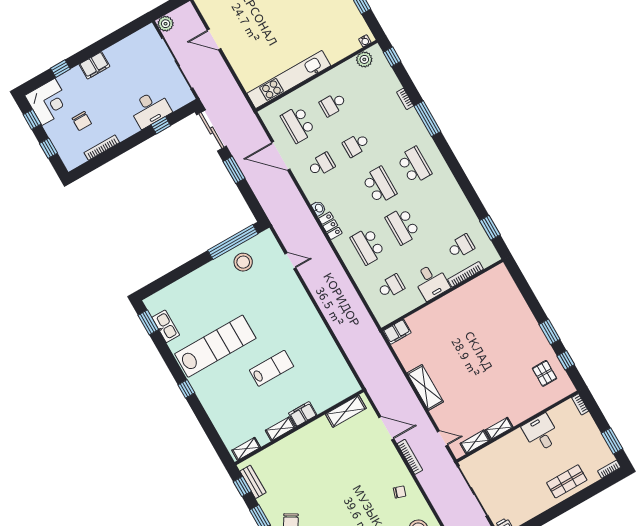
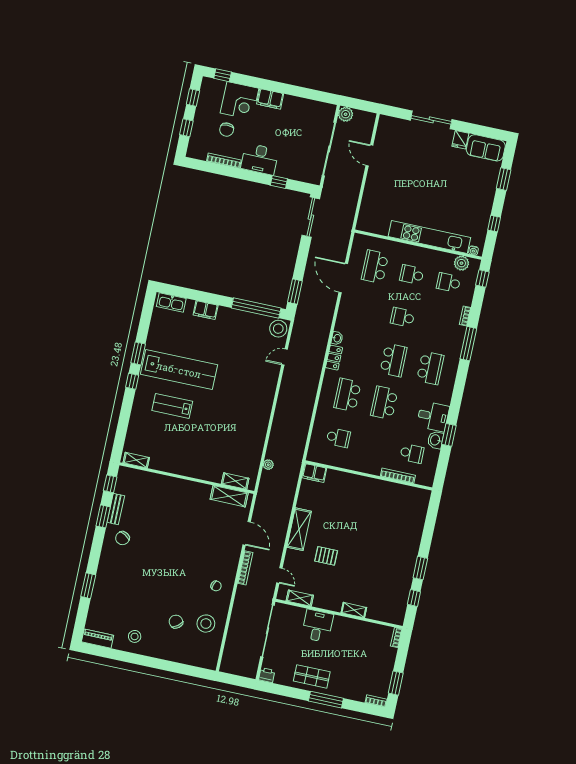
window: (60, 69) -> (223, 75), moved
kitchen unit: (289, 79) -> (429, 237), moved
corner desk: (48, 102) -> (240, 101), moved
desk: (150, 109) -> (260, 159), moved
school desk: (321, 165) -> (449, 283), moved, turned 180
window: (234, 170) -> (295, 292), moved
washbasin: (470, 219) -> (435, 440), added
window: (490, 228) -> (449, 435), moved
door: (290, 261) -> (284, 357), swing flipped
stool: (243, 262) -> (278, 329), moved
desk: (431, 282) -> (433, 416), moved, turned -90
window: (148, 322) -> (138, 353), moved
kitchen sink: (166, 326) -> (171, 302), moved, turned 90
plant: (354, 358) -> (268, 465), added
lab bench: (272, 368) -> (172, 406), moved, turned 180
pallet: (545, 373) -> (326, 556), moved, turned 90
filing cabinet: (303, 414) -> (206, 310), moved, turned 180
shelving: (499, 428) -> (354, 610), moved
shelving: (280, 429) -> (235, 481), moved
desk: (541, 433) -> (317, 626), moved
shop shelf: (567, 481) -> (312, 676), moved
bench: (253, 482) -> (116, 509), moved
window: (568, 504) -> (326, 700), added

